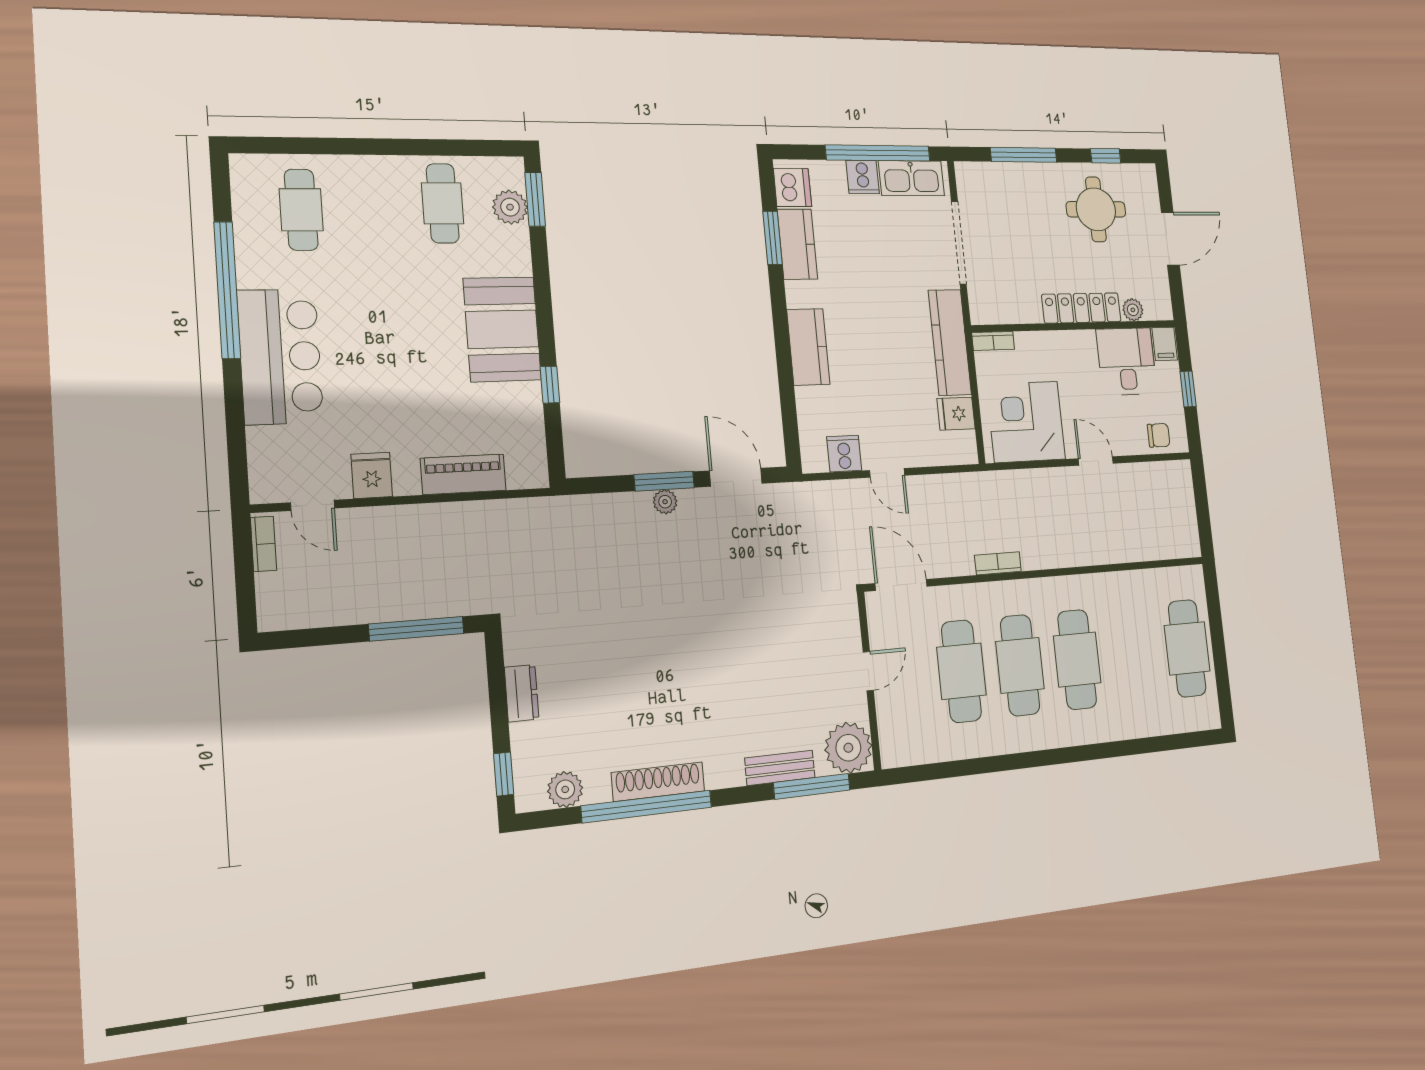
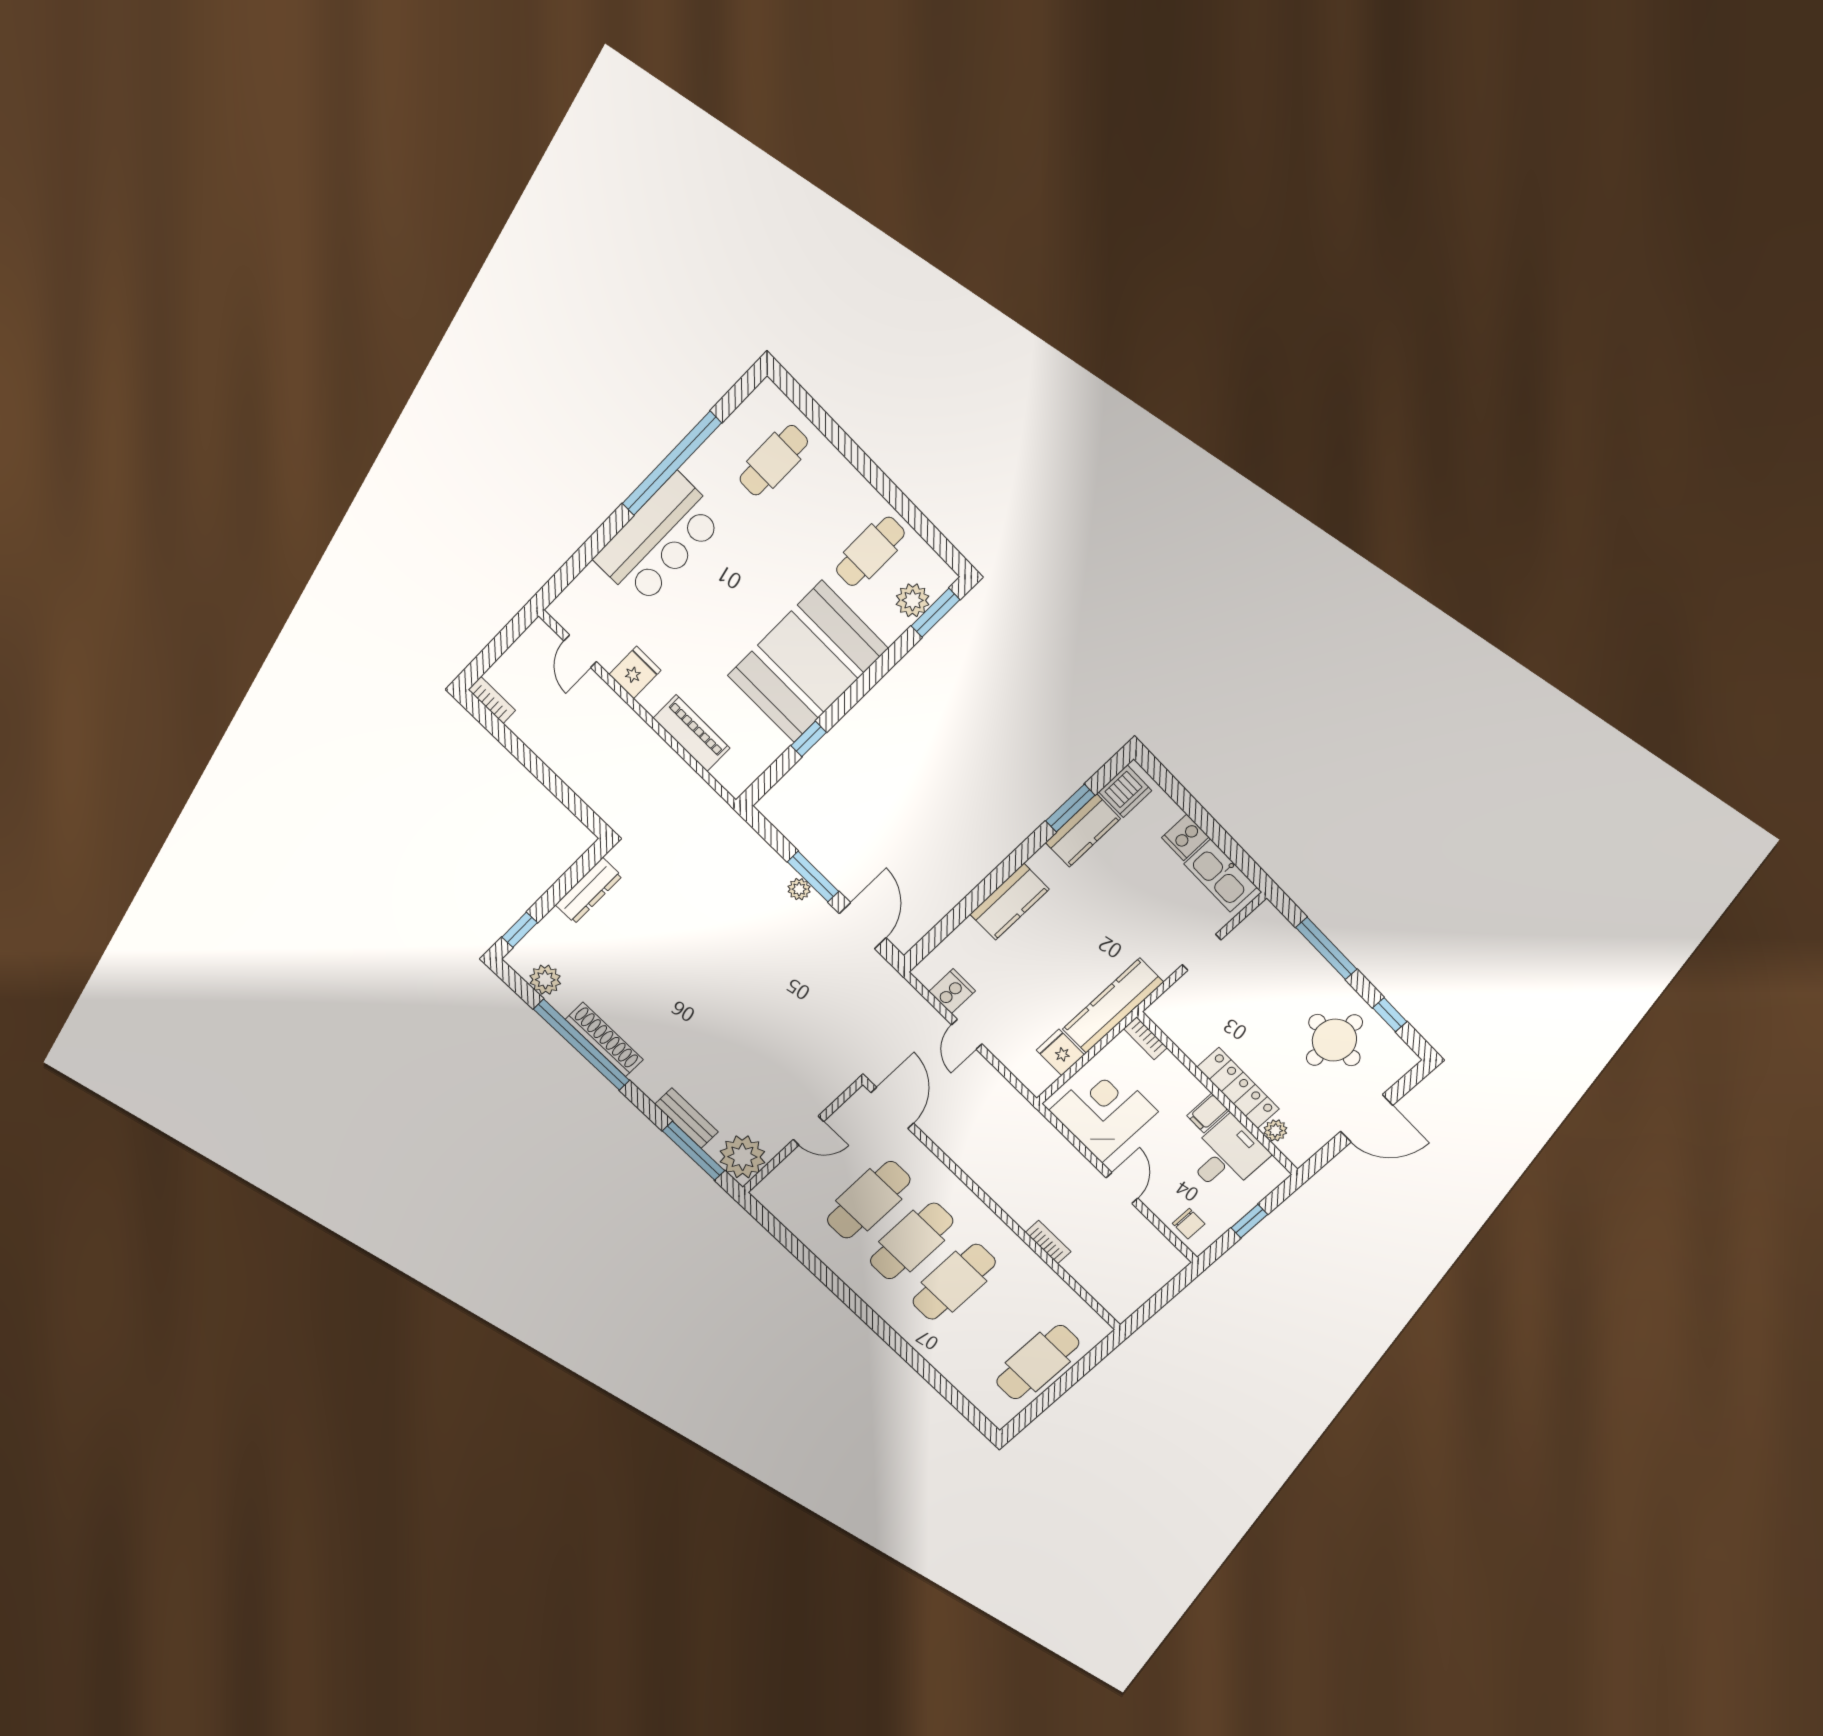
window: (878, 153) -> (1217, 834), removed
doorway: (959, 243) -> (1202, 952), width x0.53
booth: (502, 329) -> (808, 662), width x1.36, depth x1.42
filing cabinet: (1165, 344) -> (1208, 1113), moved
bookcase: (263, 544) -> (492, 700), moved, turned -90
bookcase: (998, 563) -> (1048, 1242), moved
window: (416, 629) -> (561, 791), removed
dresser: (522, 693) -> (589, 891), width x1.44

